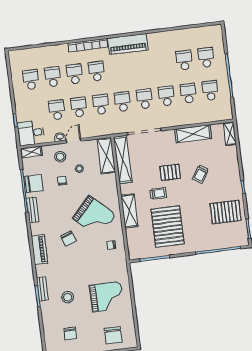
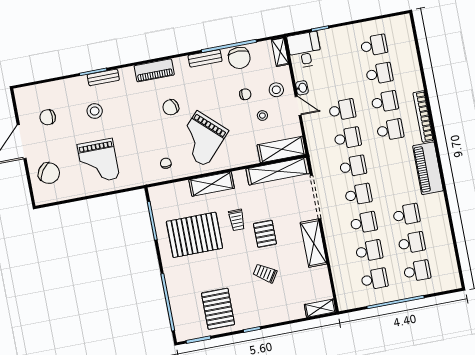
school desk: (57, 110) -> (406, 215), moved
shelving: (193, 134) -> (314, 243), moved
chair: (113, 335) -> (49, 173), turned -145

